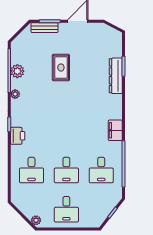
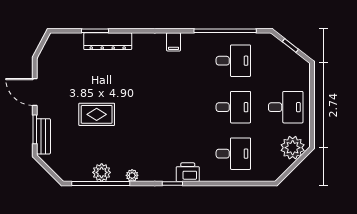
filing cabinet: (115, 130) -> (174, 42), width x0.50
plant: (36, 220) -> (293, 148), width x1.88, depth x1.88

